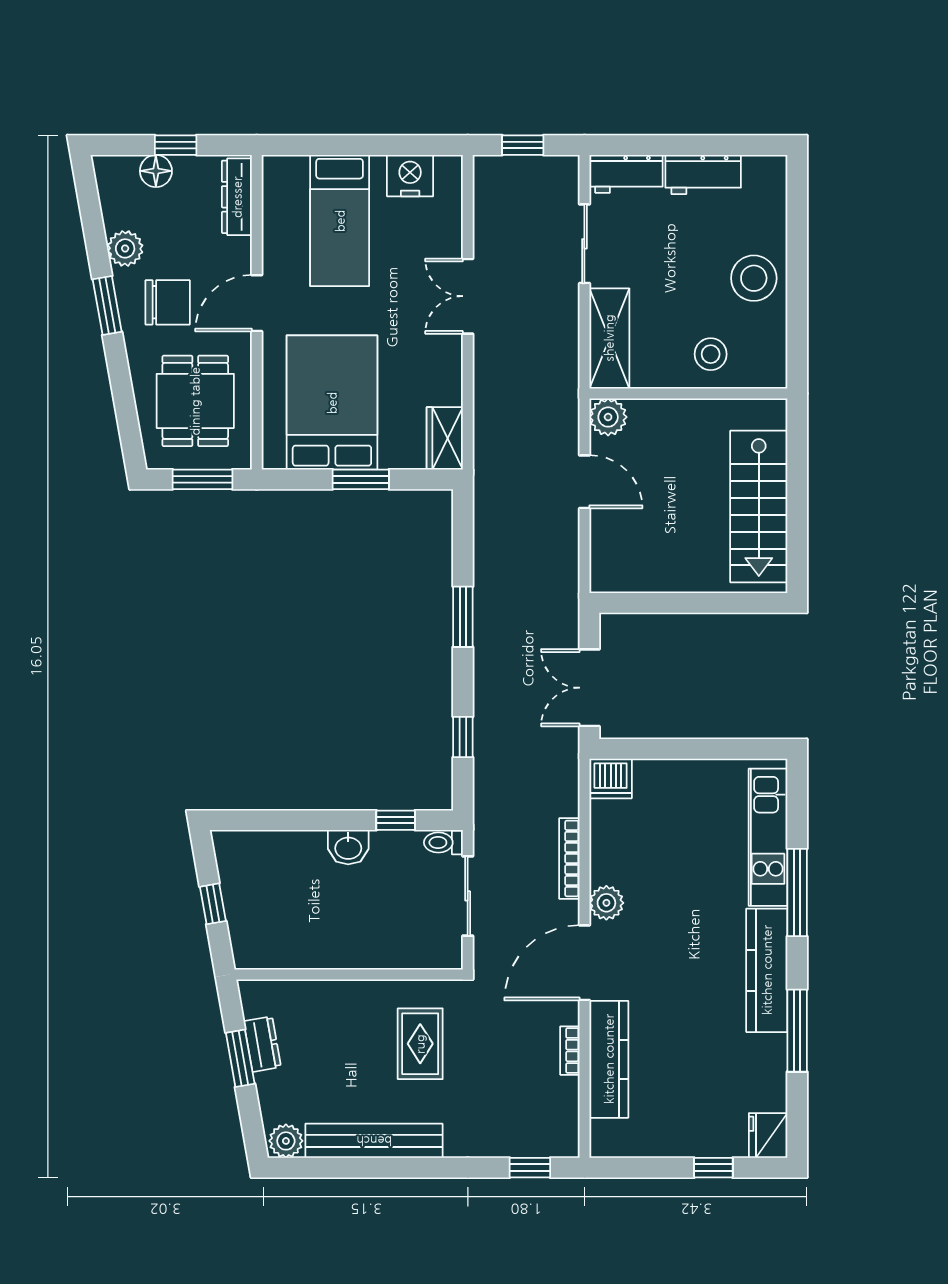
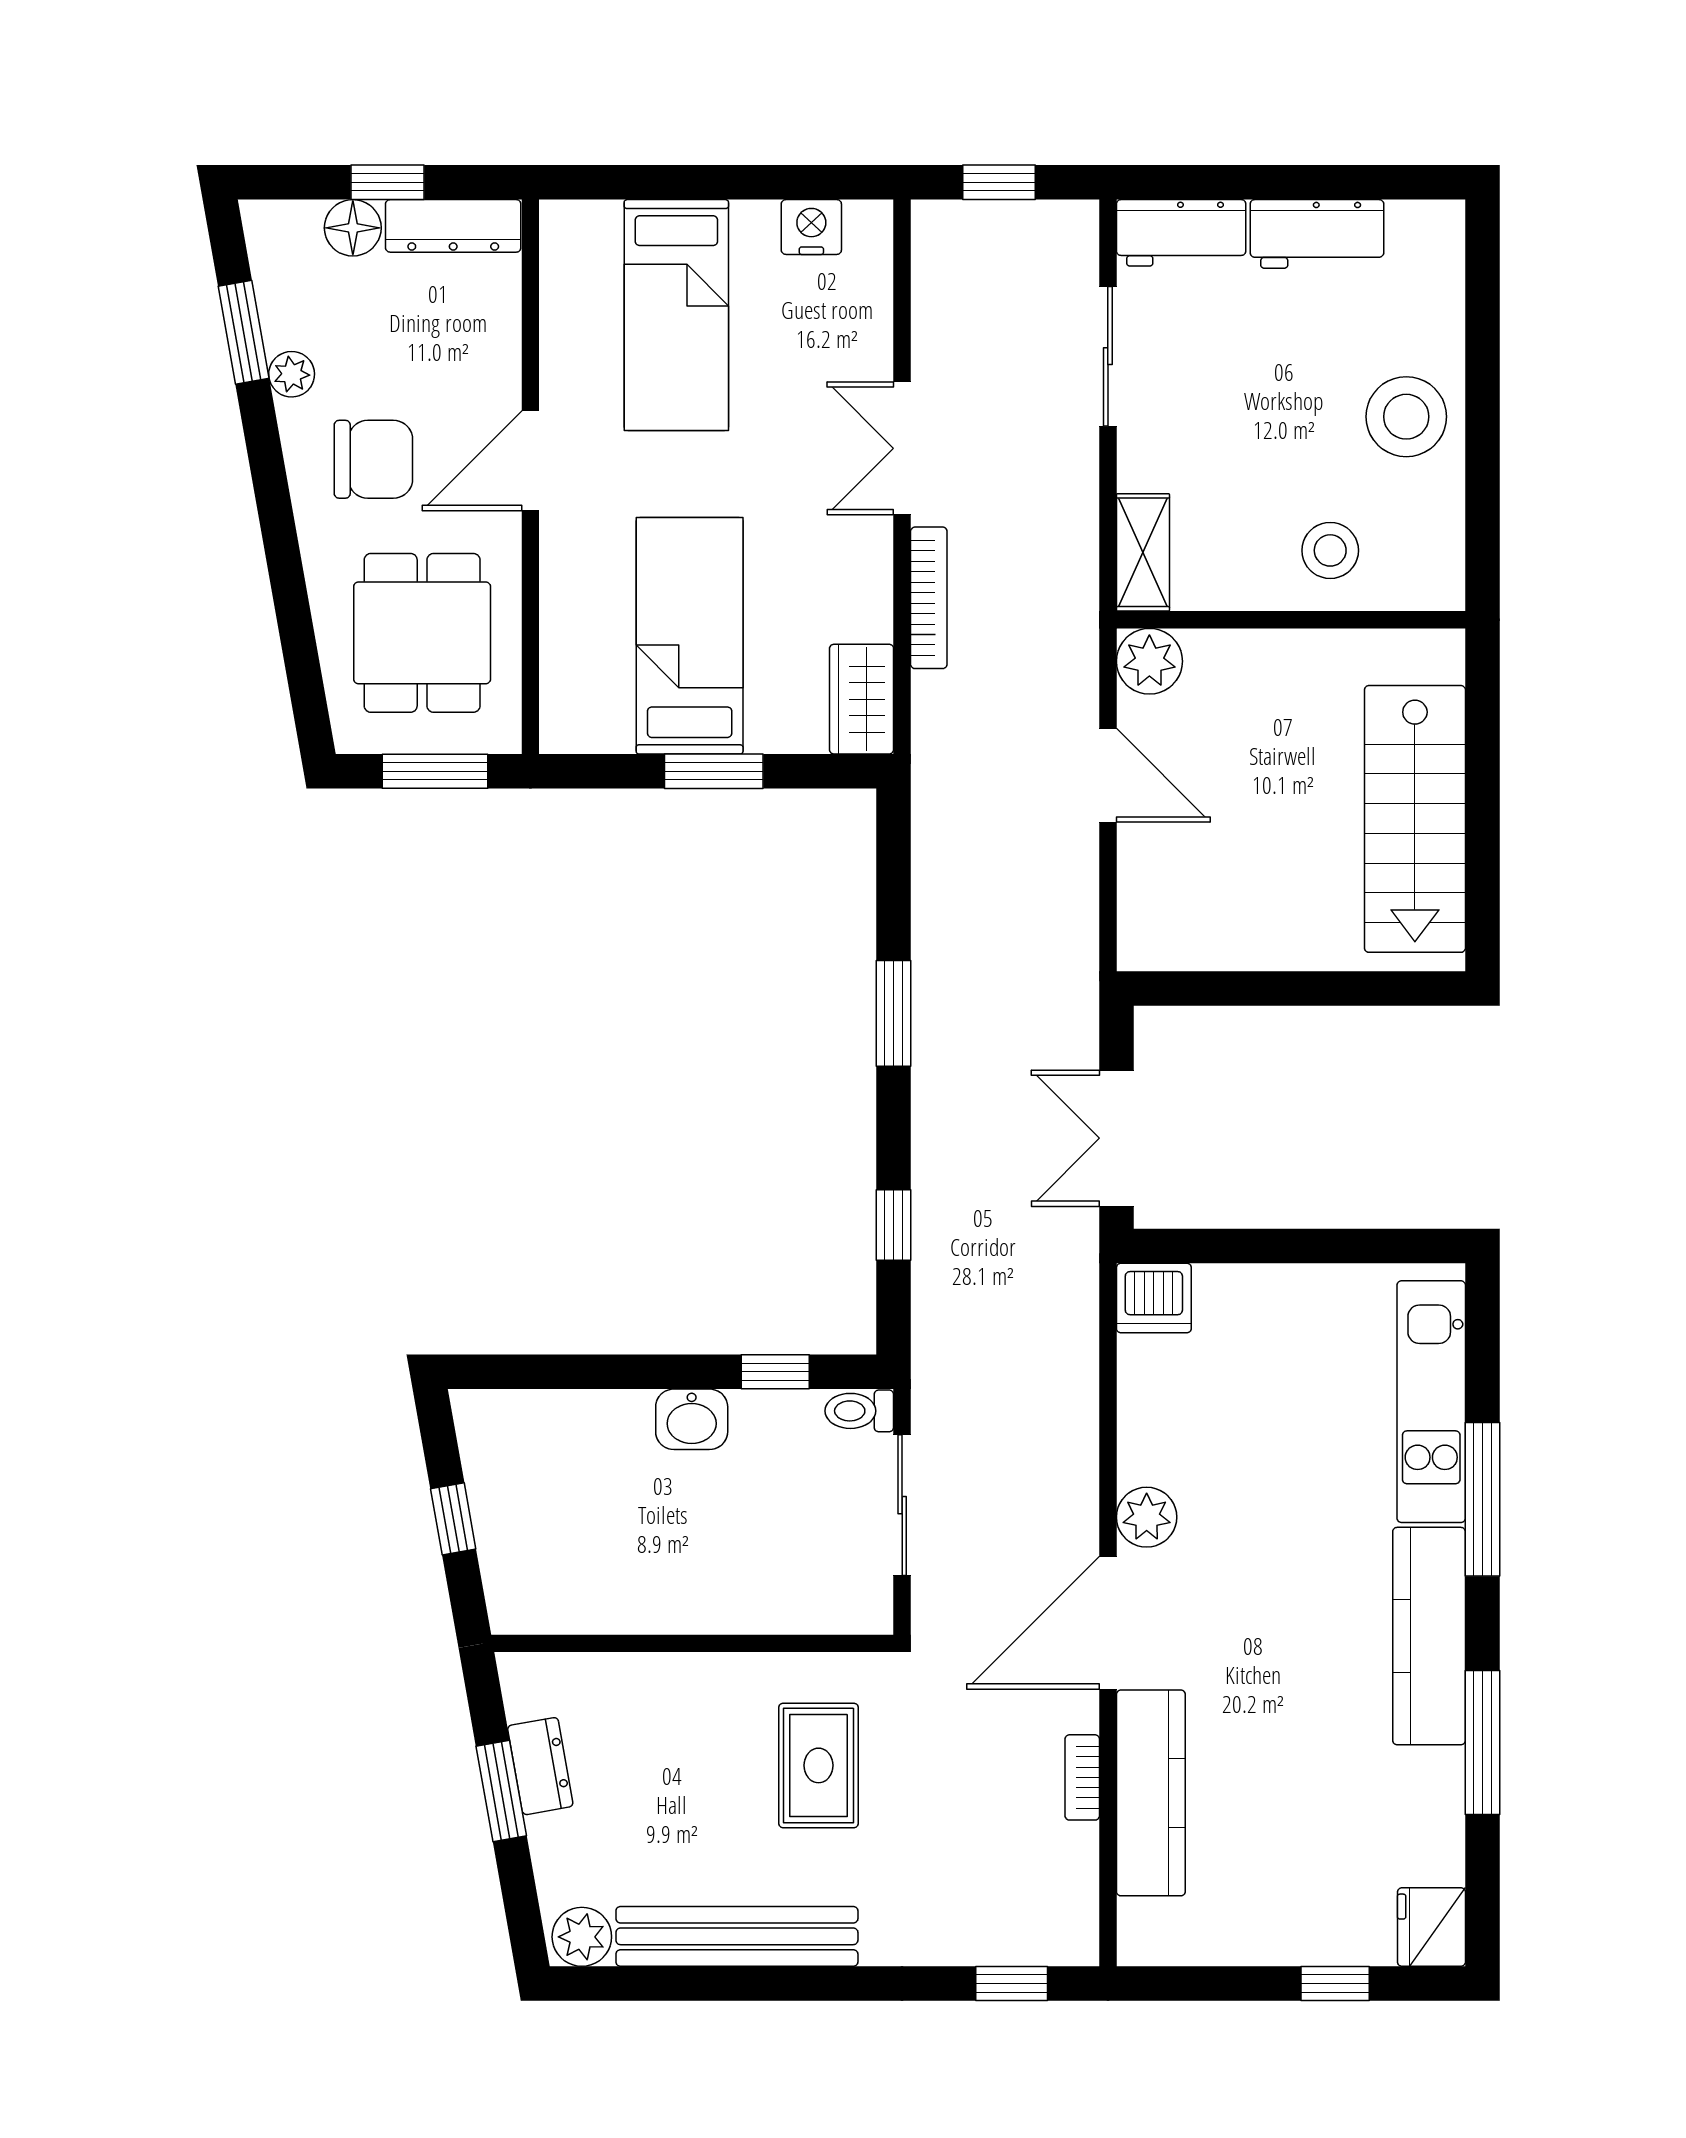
nightstand: (410, 176) -> (811, 227), width x0.74, depth x0.75
dresser: (237, 197) -> (453, 226), moved, turned -90
plant: (125, 248) -> (292, 374), width x0.73, depth x0.73
window: (107, 305) -> (244, 332), moved
shelving: (609, 338) -> (1143, 552), width x0.67, depth x0.75
bed: (332, 403) -> (690, 636), width x0.67
bookcase: (569, 858) -> (929, 598), moved, turned 180

